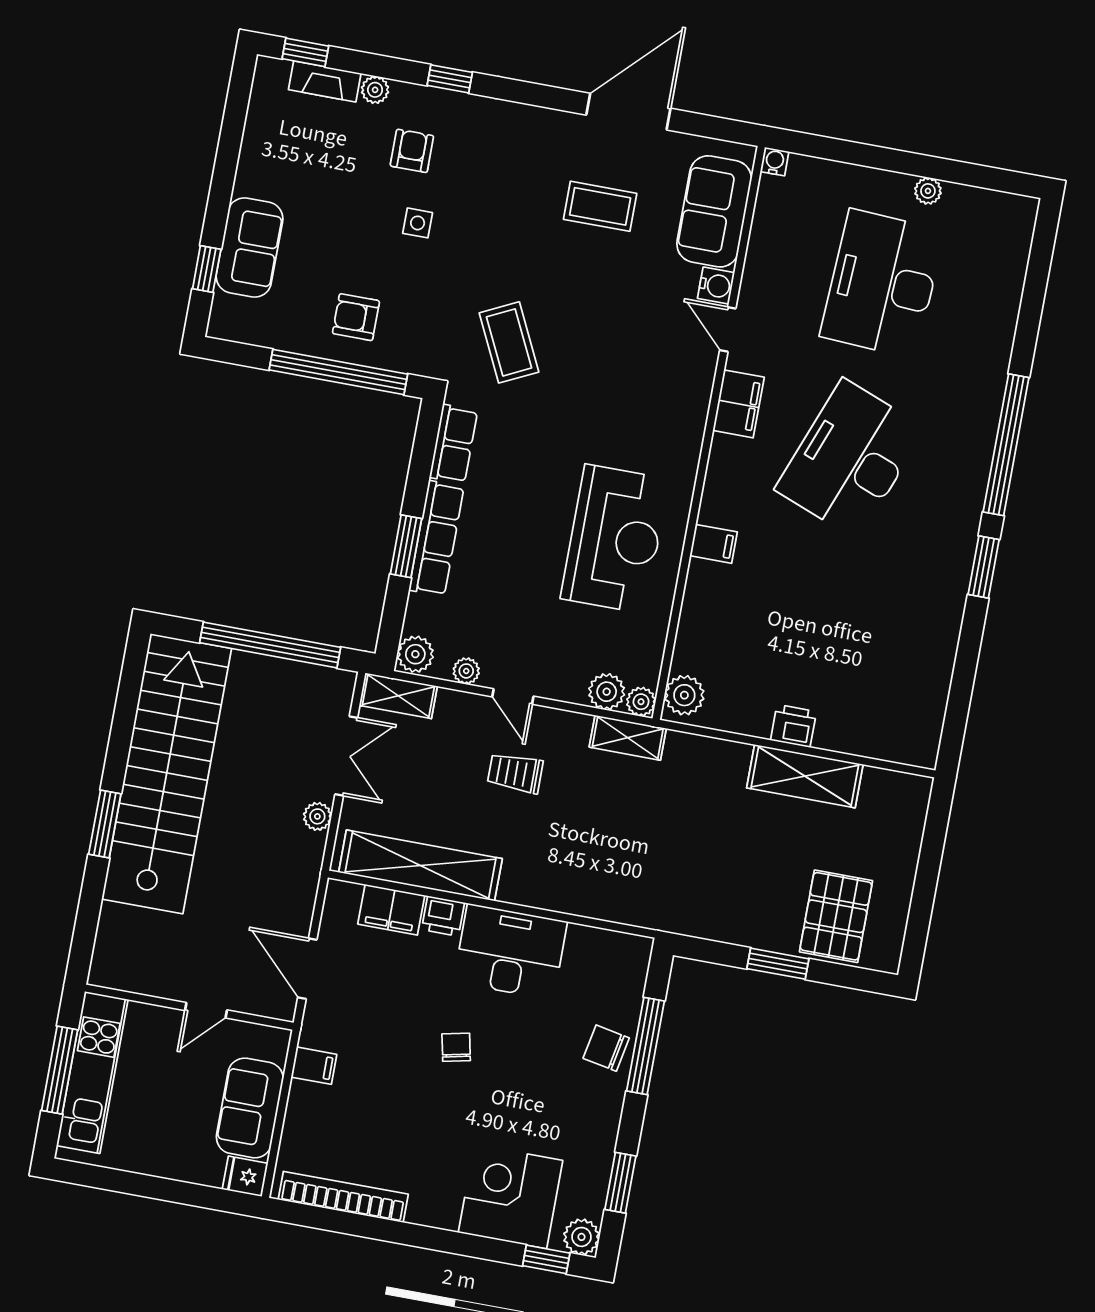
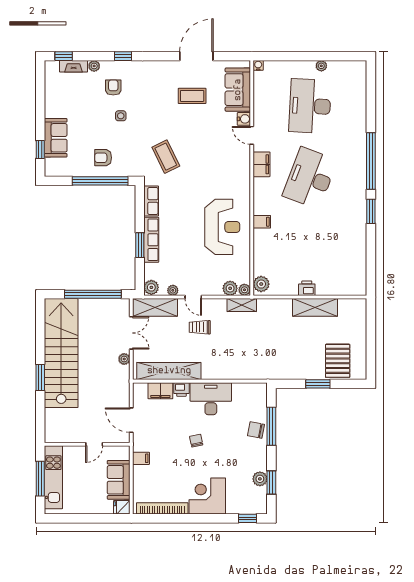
shelving: (398, 696) -> (155, 307), width x1.50, depth x1.33
corner desk: (510, 1197) -> (207, 496), moved
plant: (582, 1237) -> (260, 479), moved

